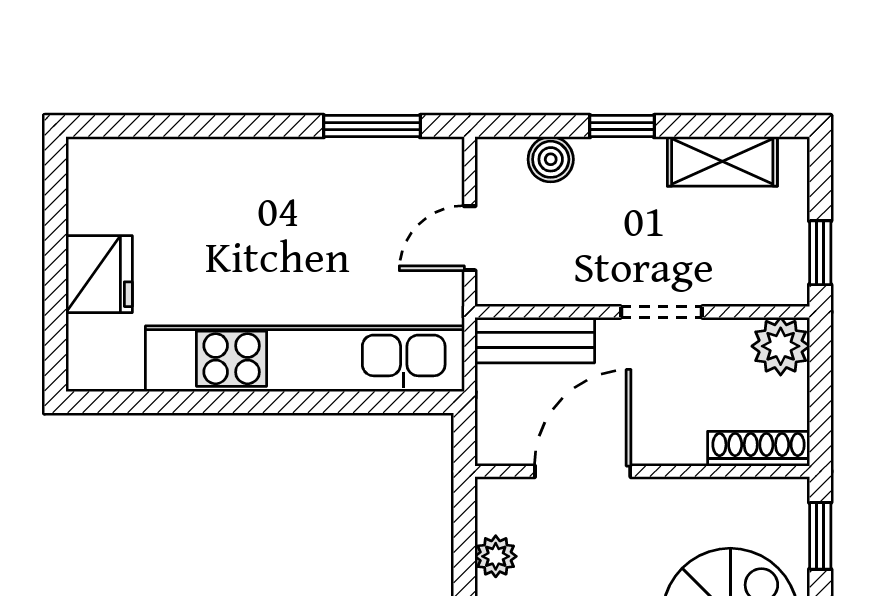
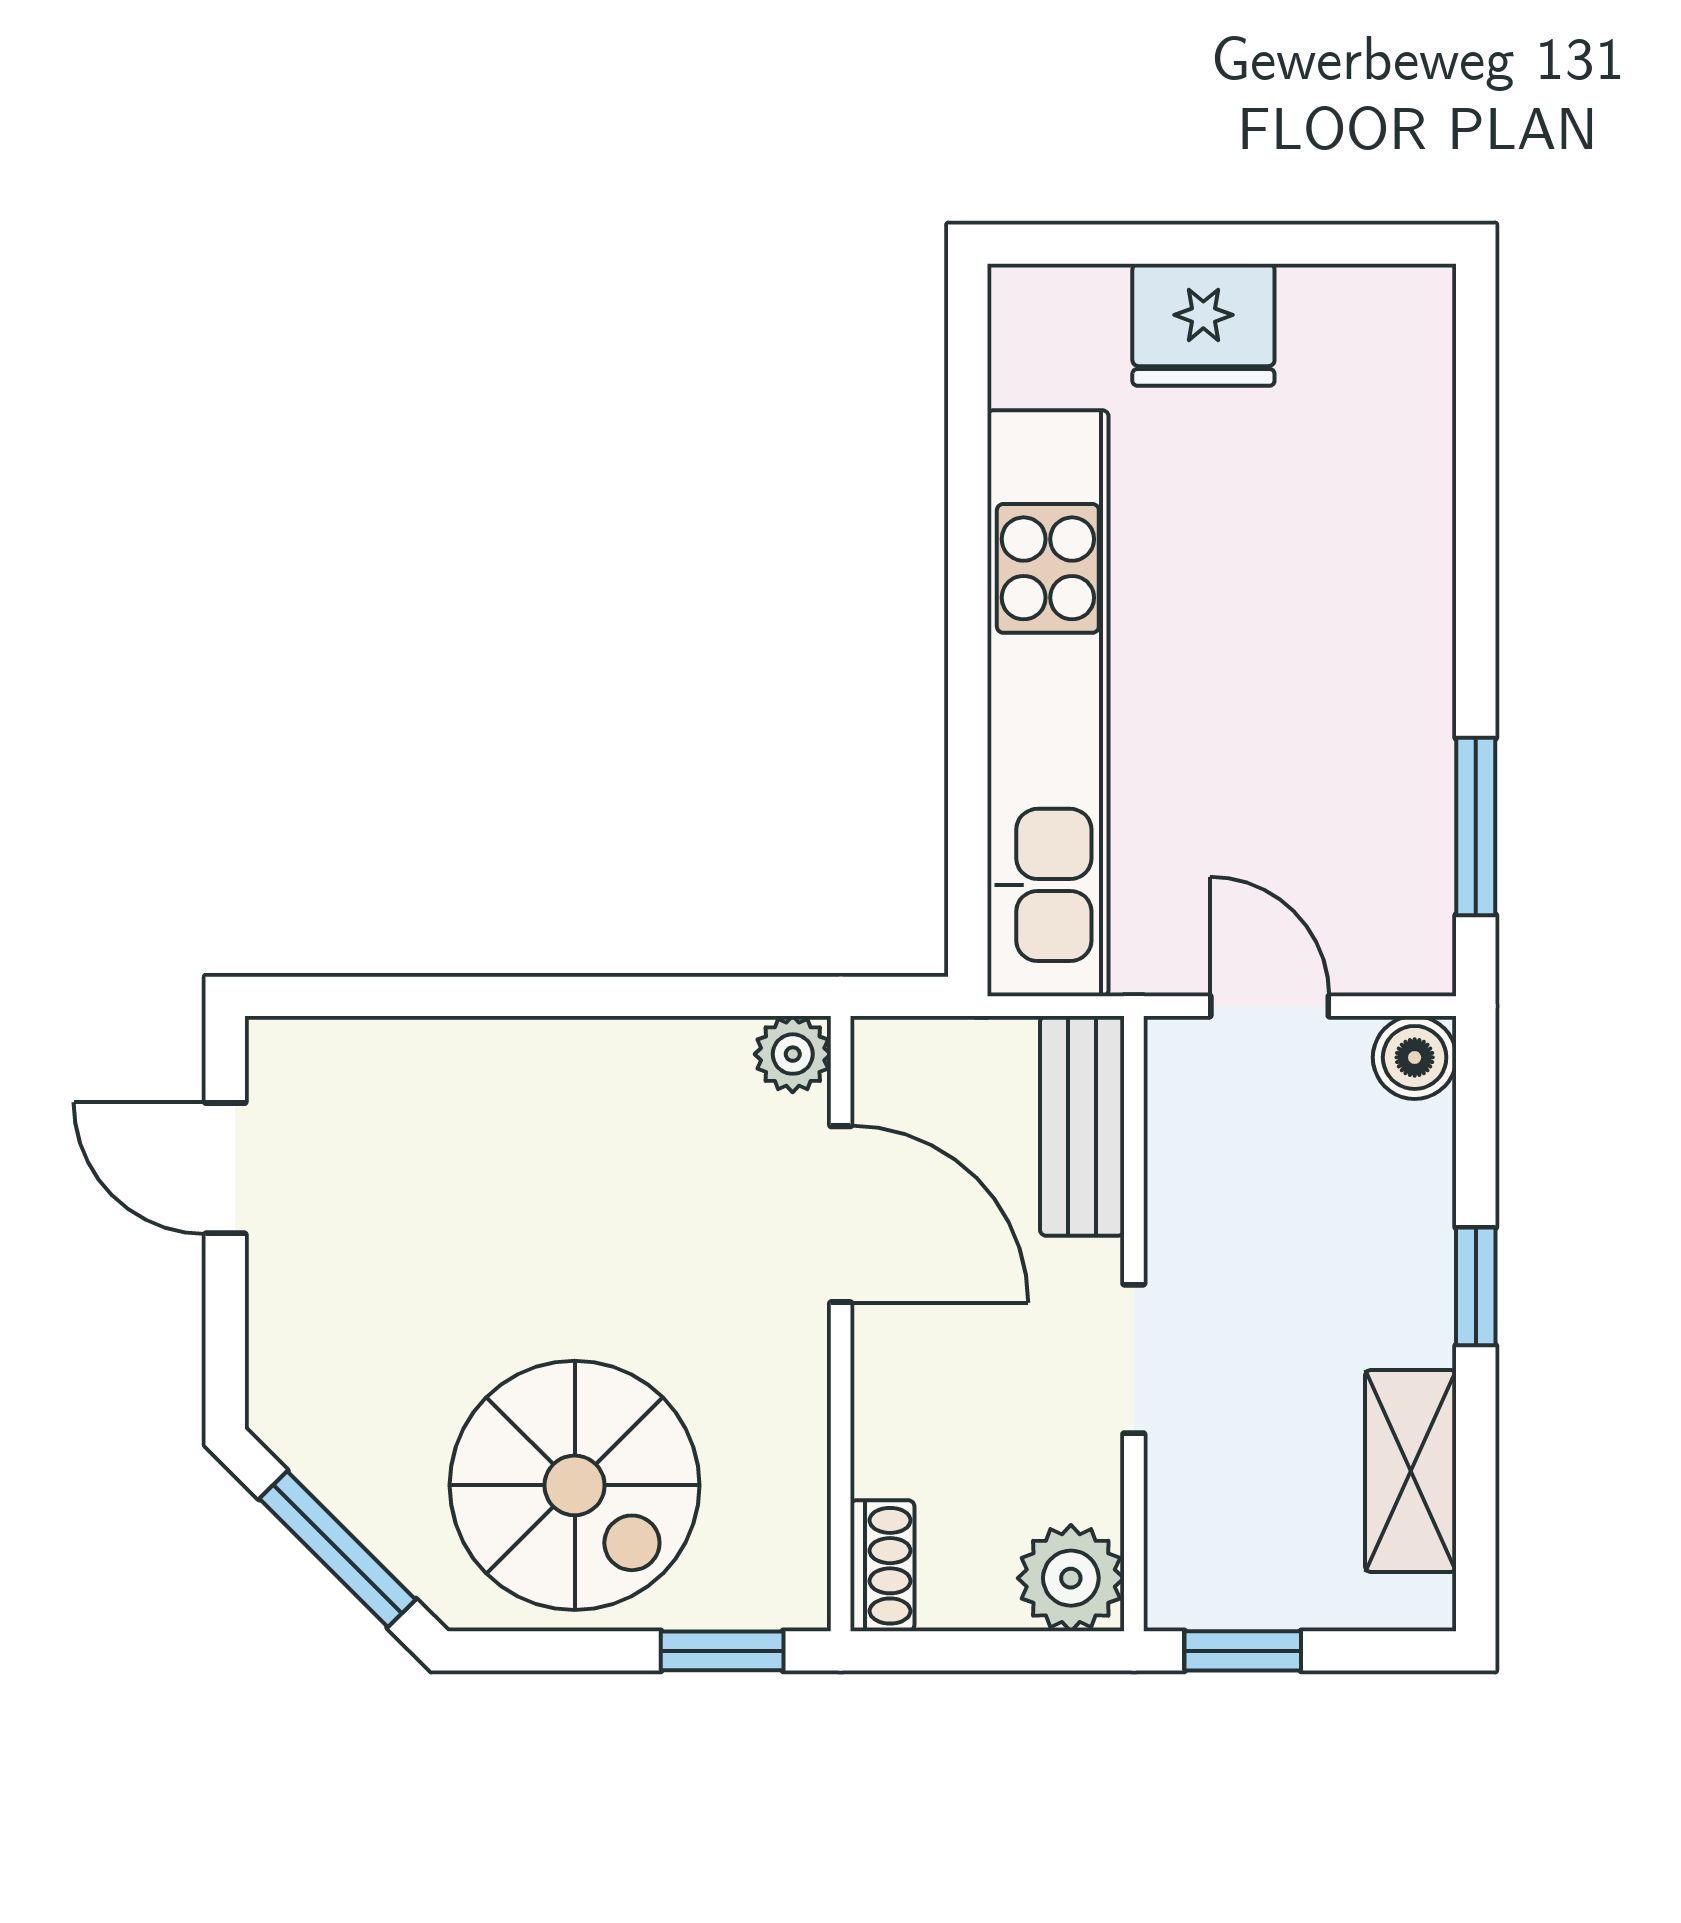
boiler: (551, 159) -> (1415, 1057), moved
shoe rack: (759, 449) -> (882, 1566), width x0.70
plant: (496, 556) -> (793, 1054), moved

